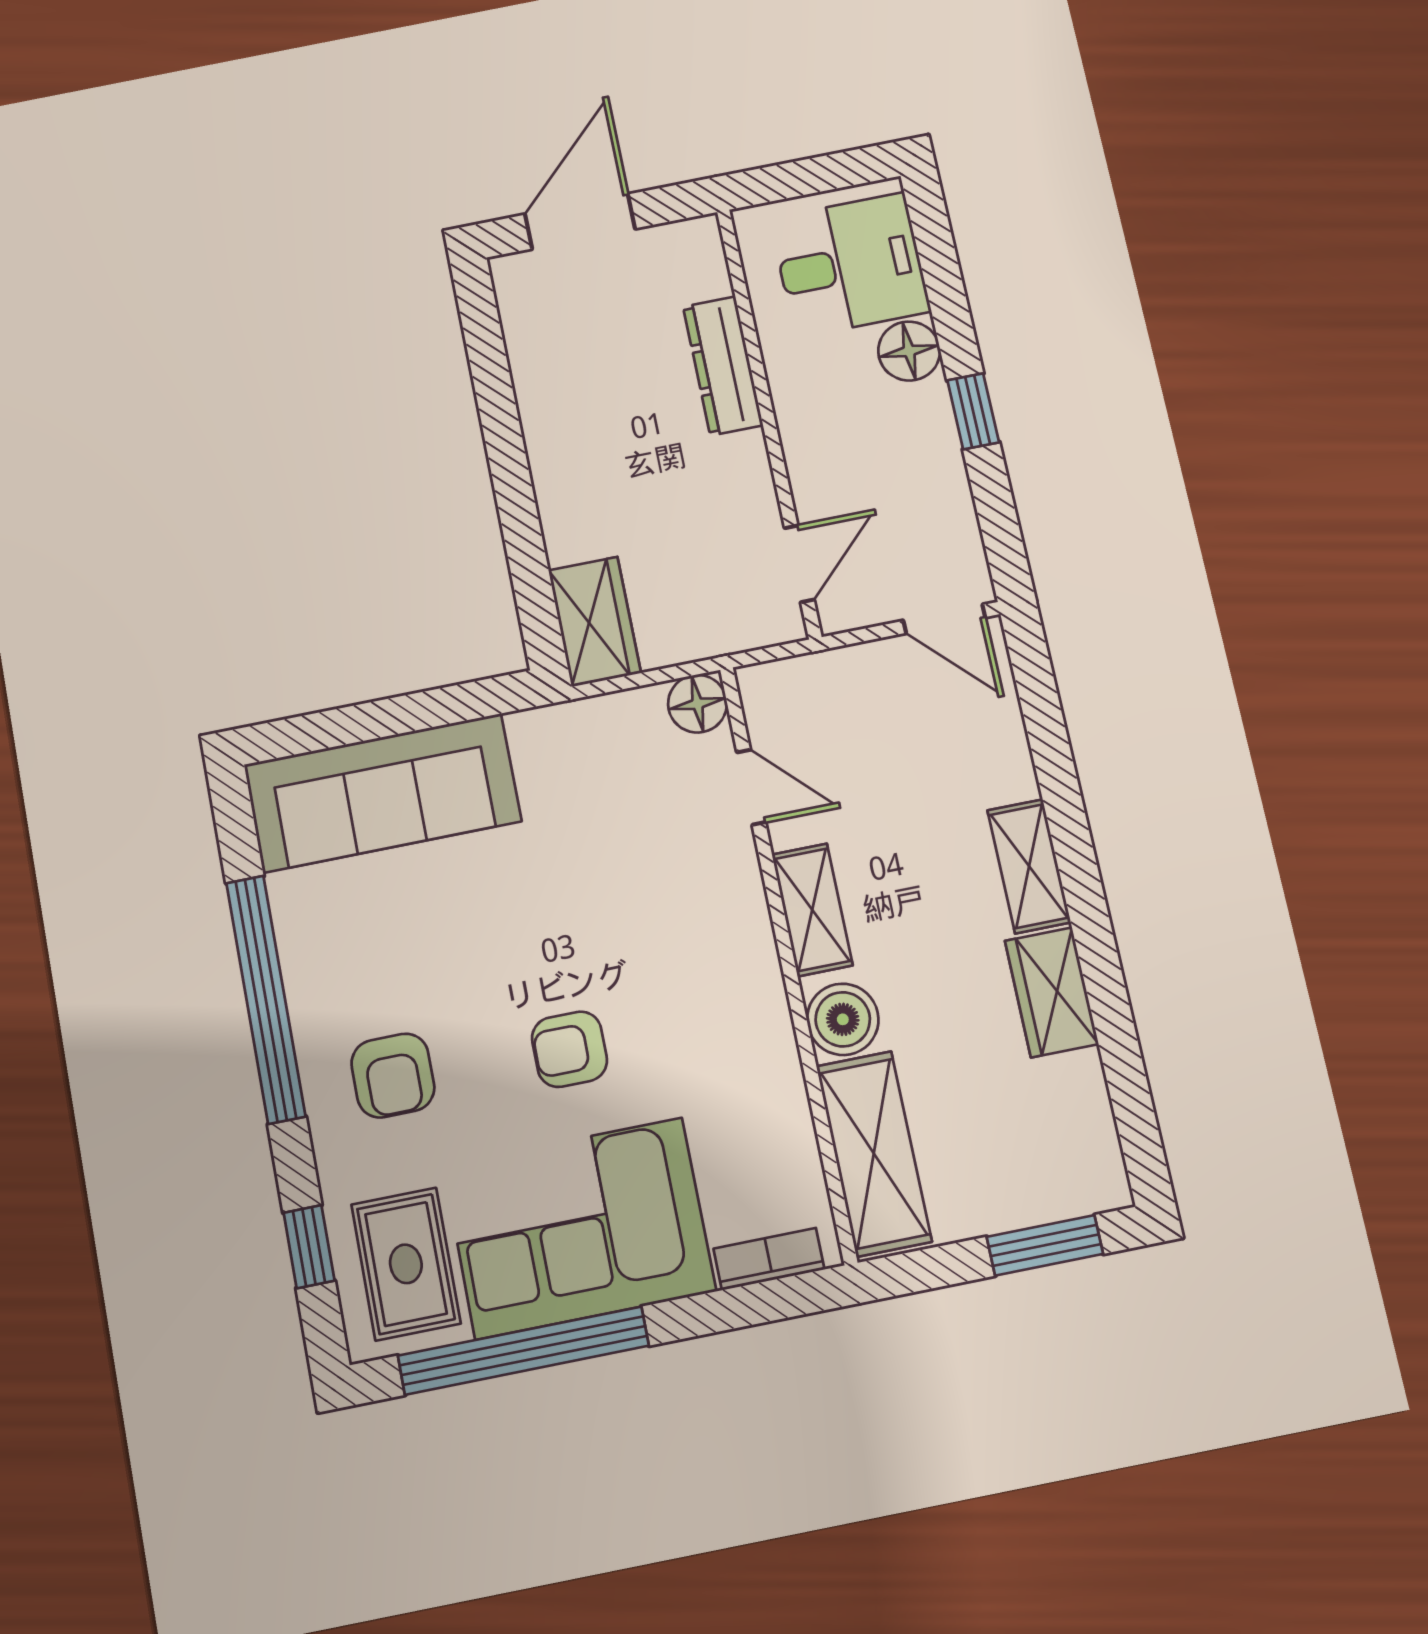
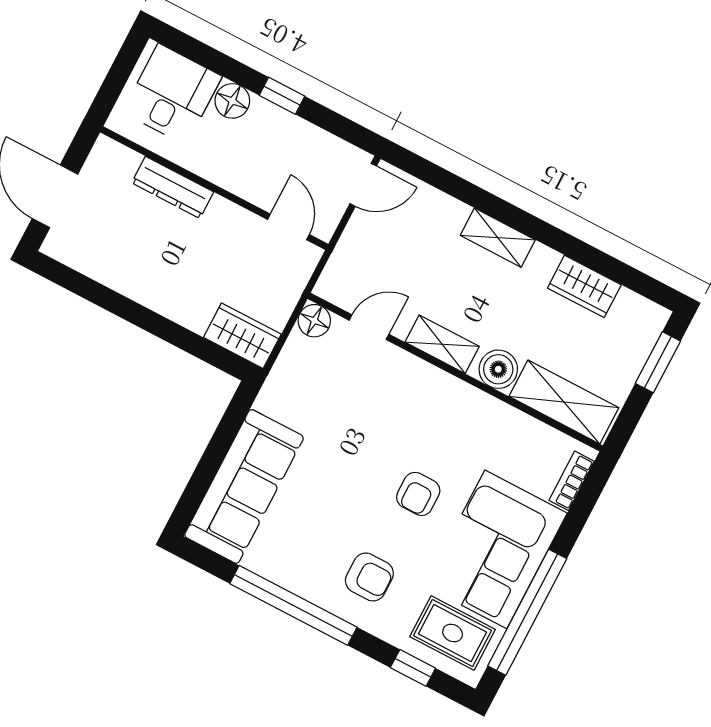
wardrobe: (1052, 992) -> (584, 286), moved

